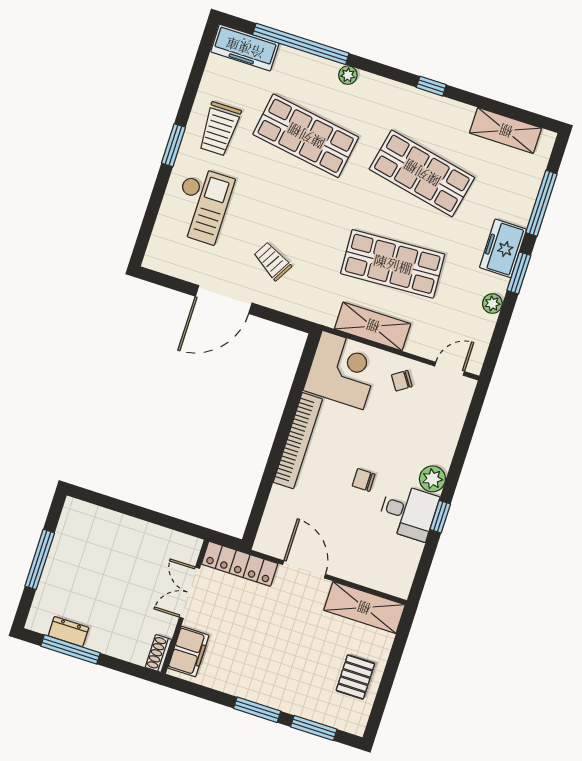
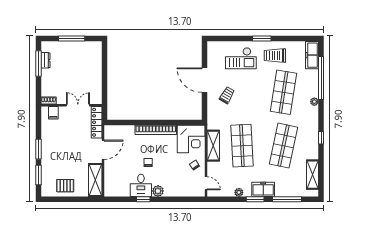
filing cabinet: (188, 652) -> (53, 113), width x0.50

